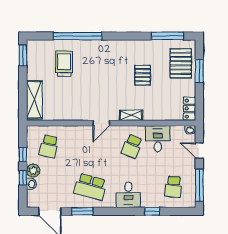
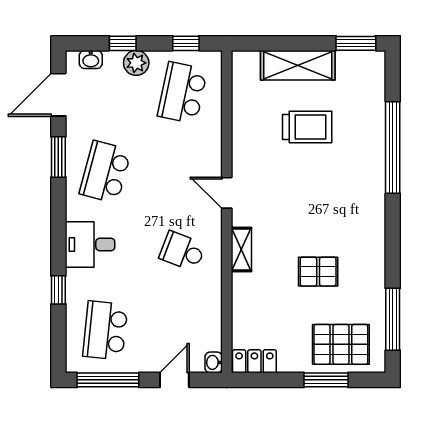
trolley: (64, 64) -> (307, 127), moved
shelving: (34, 100) -> (298, 65), moved
desk: (158, 139) -> (197, 301), removed
school desk: (49, 146) -> (182, 93), width x1.85
window: (23, 155) -> (186, 43), moved
washbasin: (31, 184) -> (91, 59), moved
school desk: (173, 187) -> (105, 330), width x1.85

